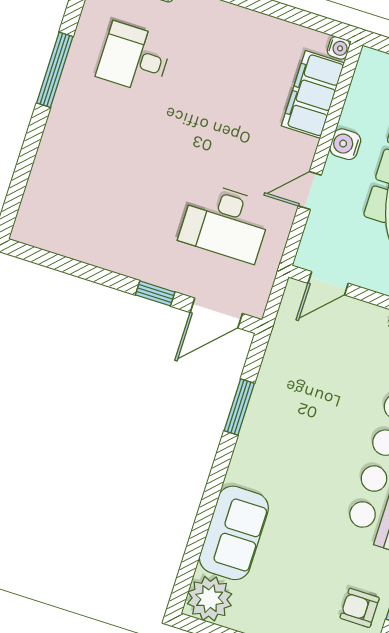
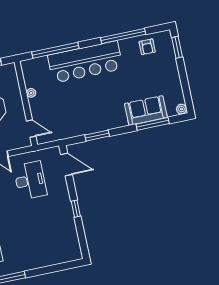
window: (155, 293) -> (76, 209), moved
window: (199, 531) -> (153, 124), added
plant: (210, 599) -> (181, 109), width x0.53, depth x0.53

